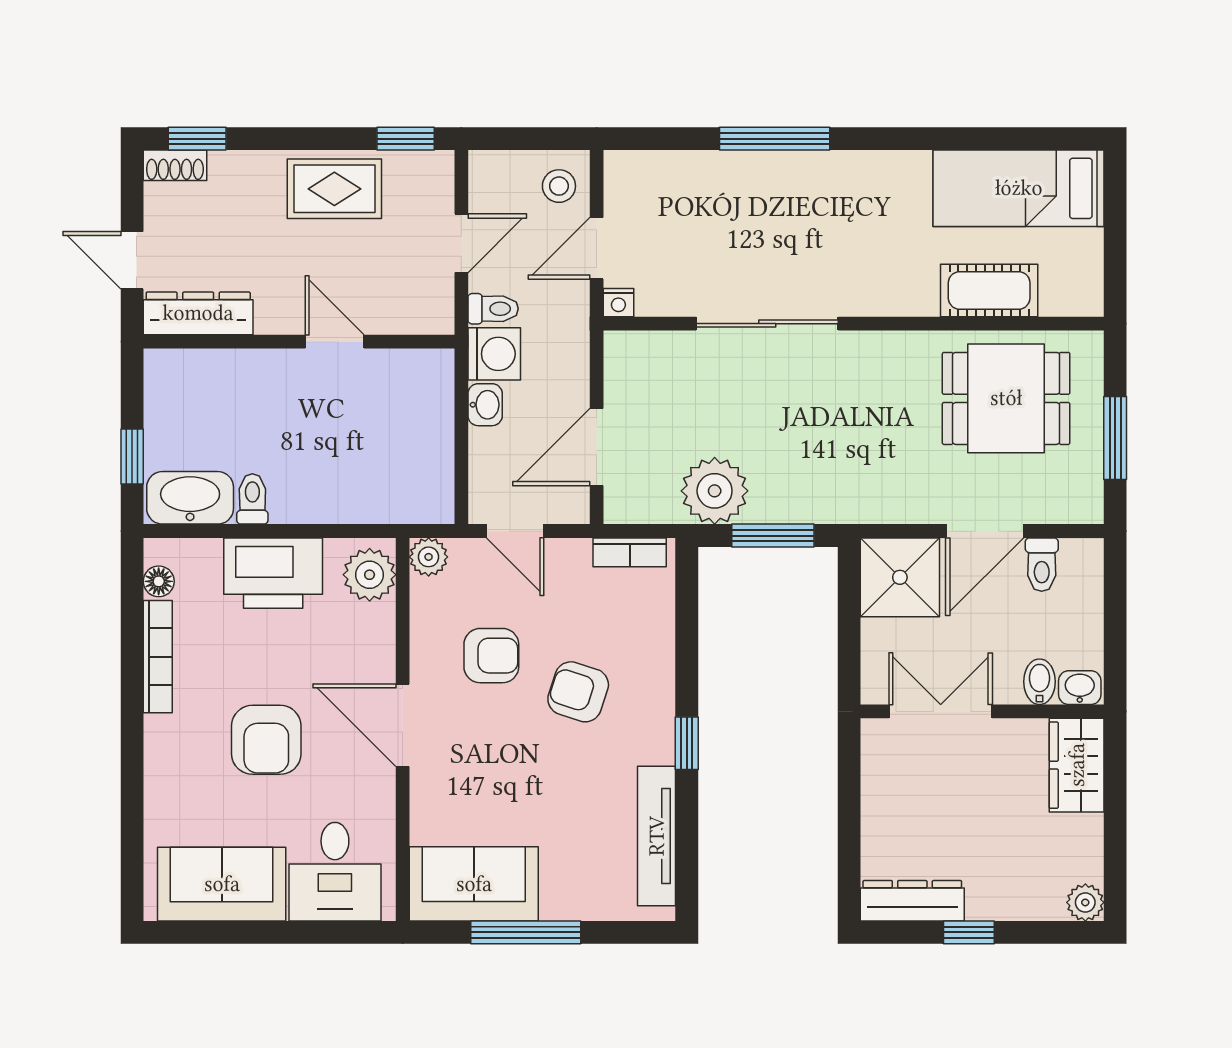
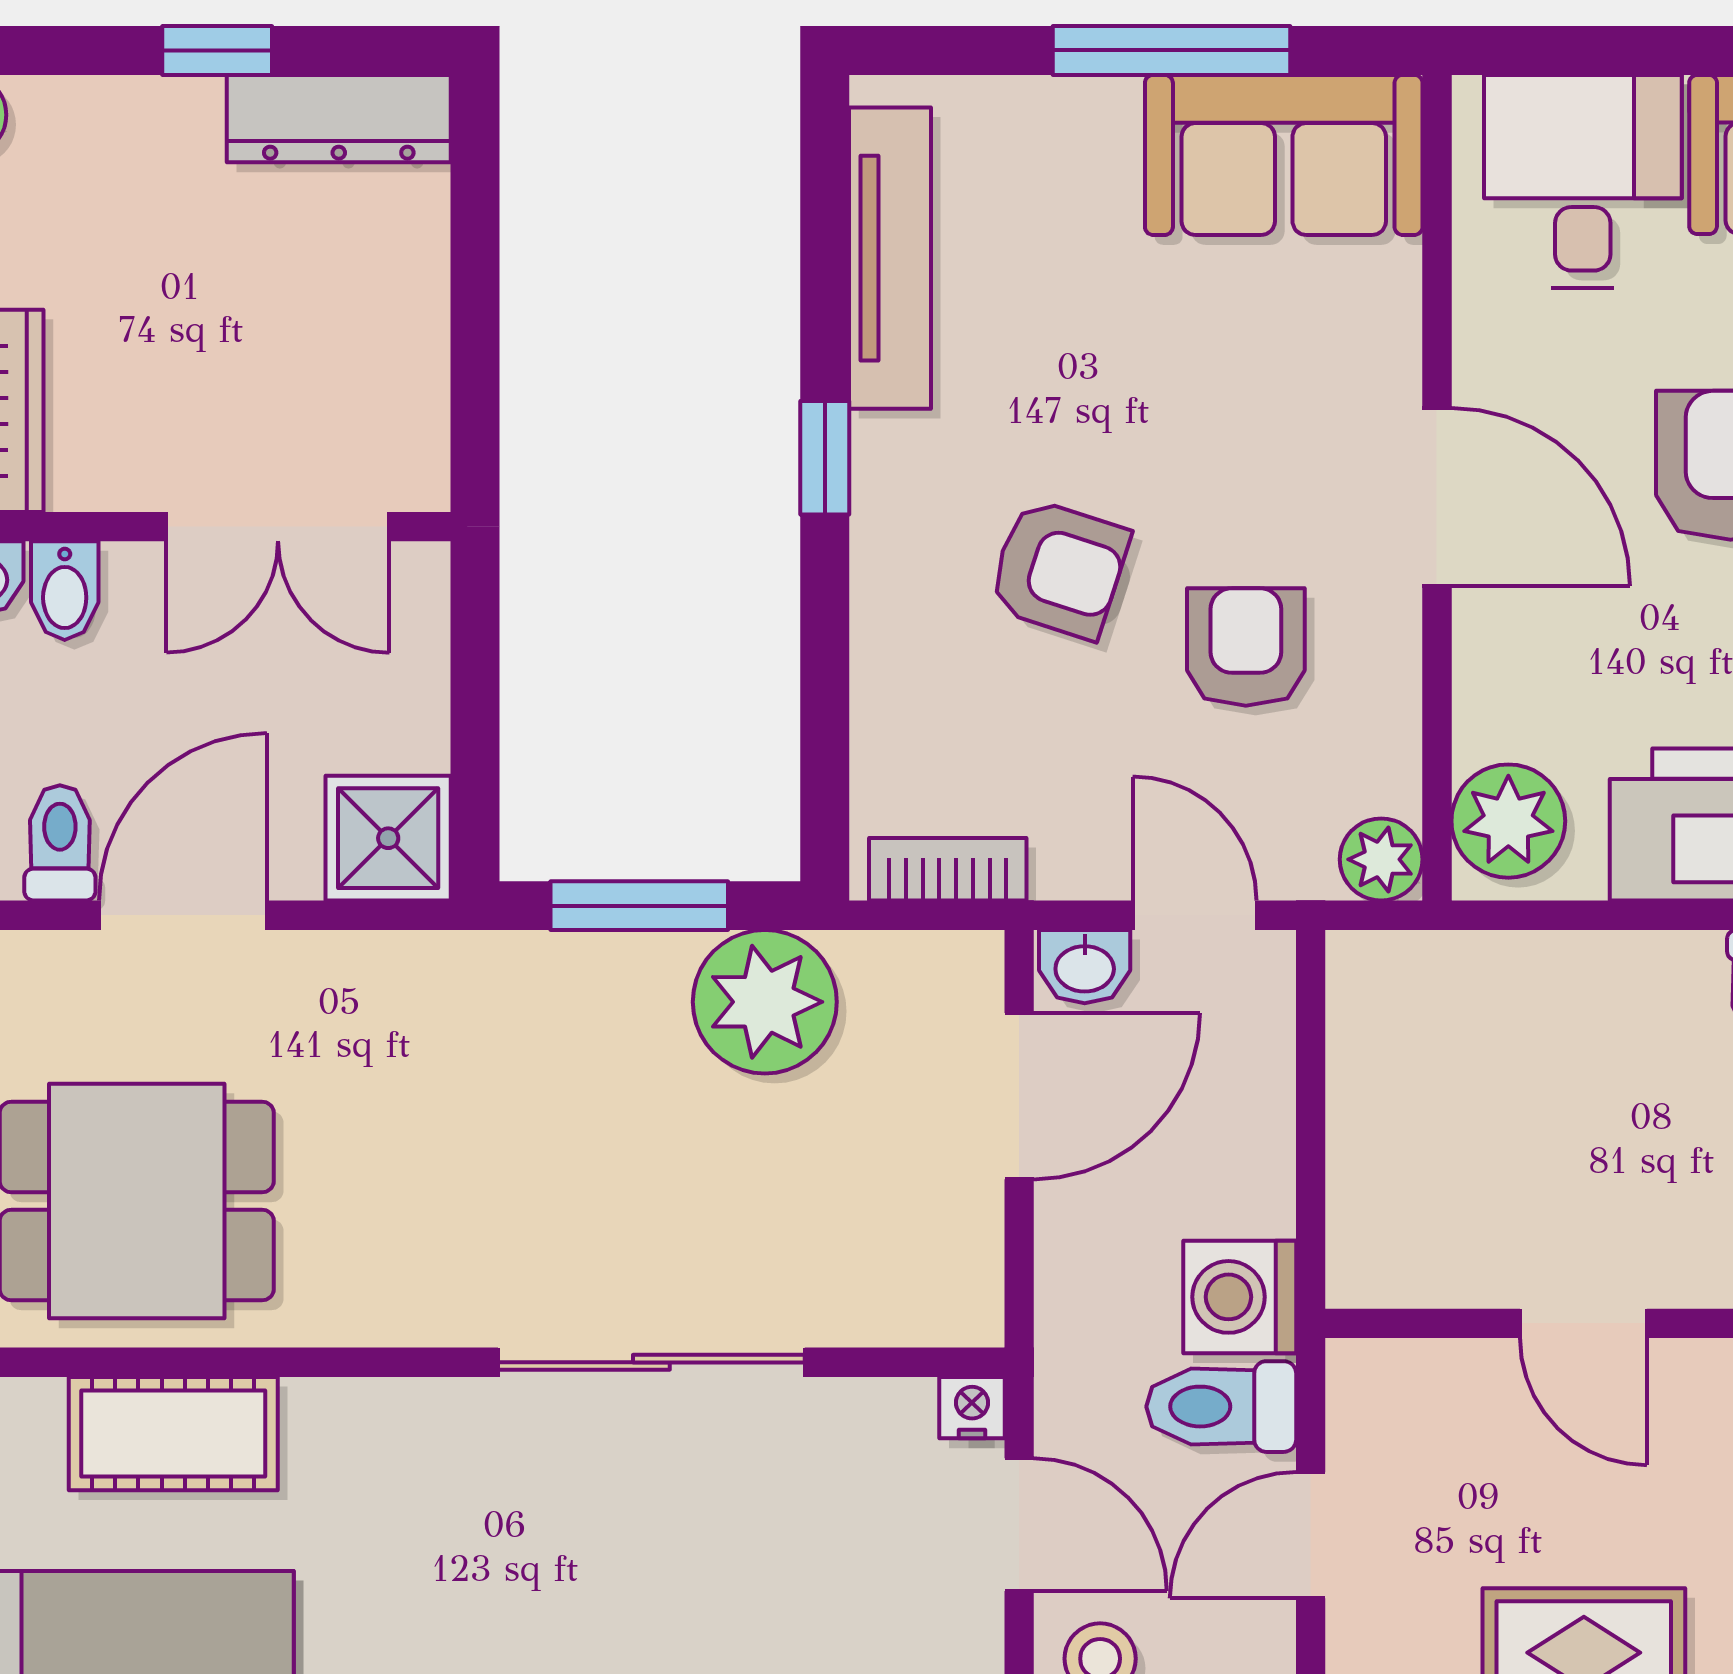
door: (597, 248) -> (1019, 1525), hinge flipped
toilet: (493, 309) -> (1221, 1407), width x1.37, depth x1.39
washbasin: (485, 405) -> (1085, 967), moved, turned -90
shower: (900, 577) -> (388, 838), width x0.73, depth x0.73
armchair: (491, 656) -> (1246, 647), turned 90

